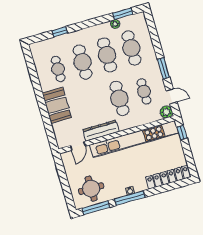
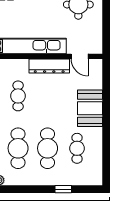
cafe table: (119, 98) -> (18, 96), width x0.73, depth x0.74
door: (78, 146) -> (80, 56), swing flipped

